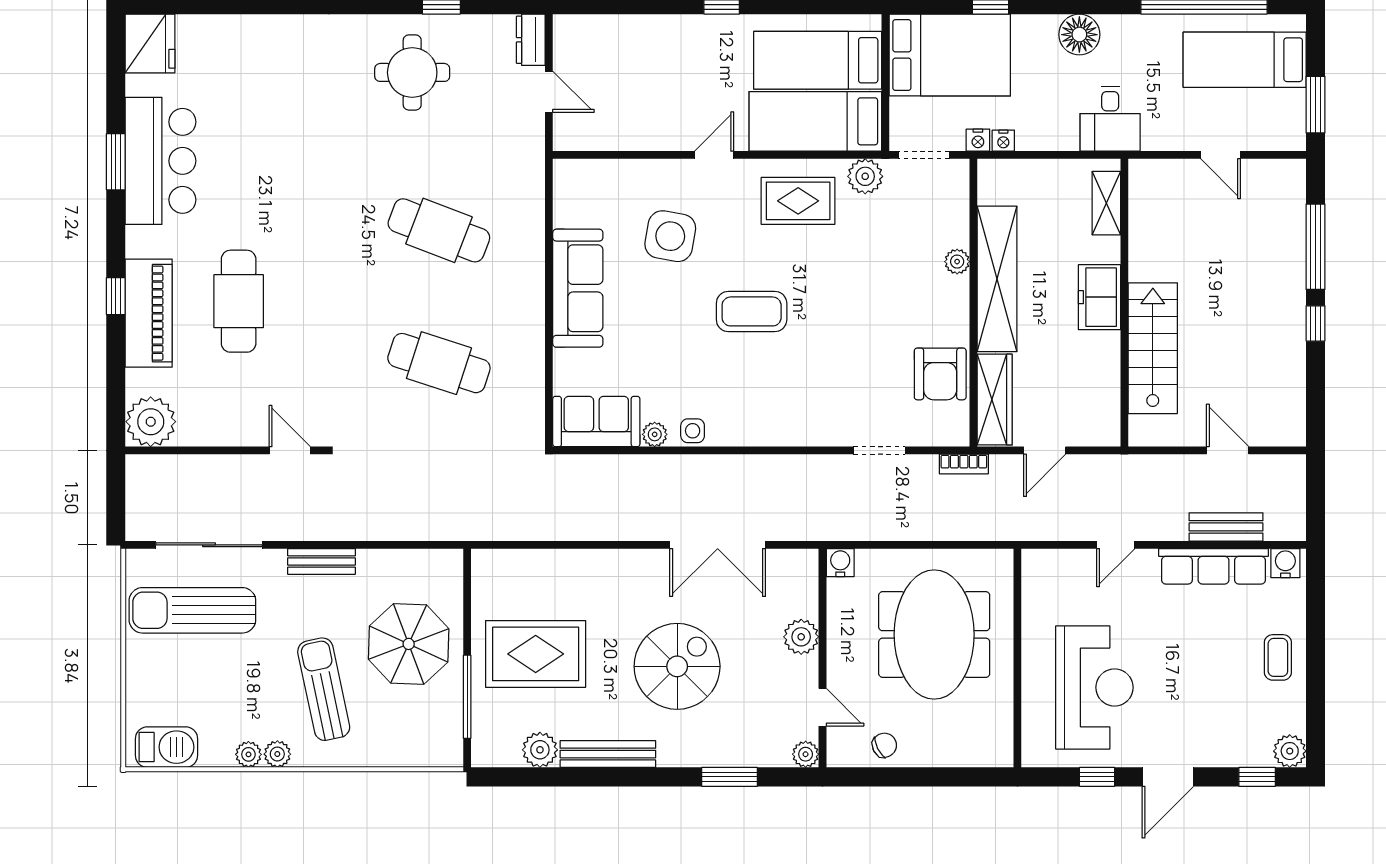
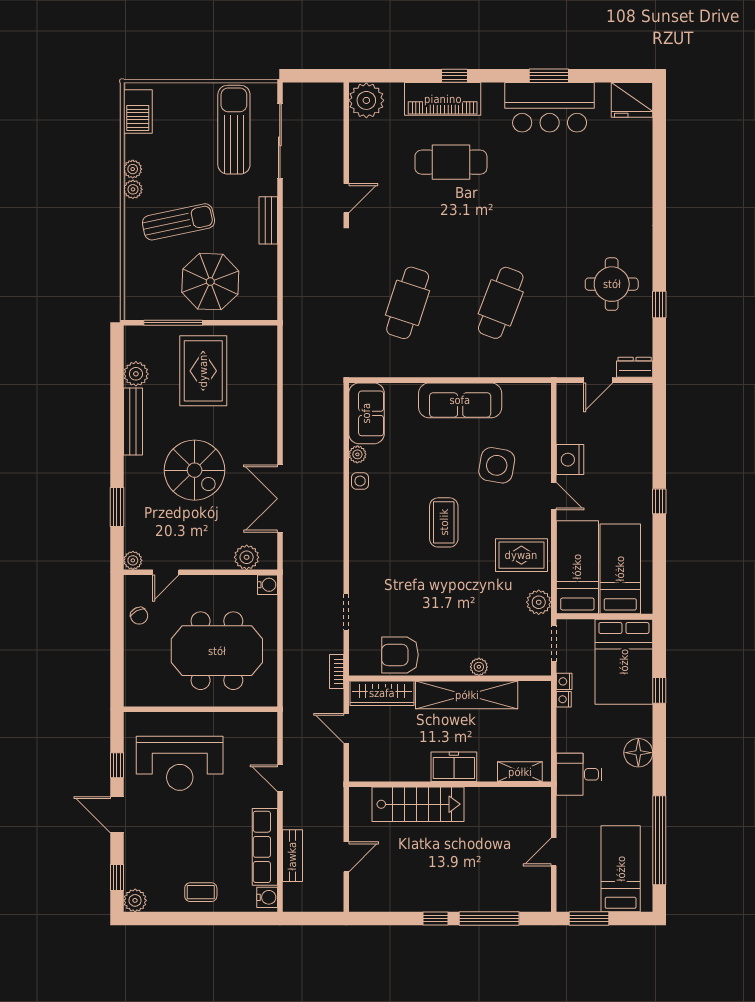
nightstand: (662, 132) -> (570, 460), added
rug: (798, 201) -> (521, 555), turned 90
plant: (801, 637) -> (247, 557), moved

